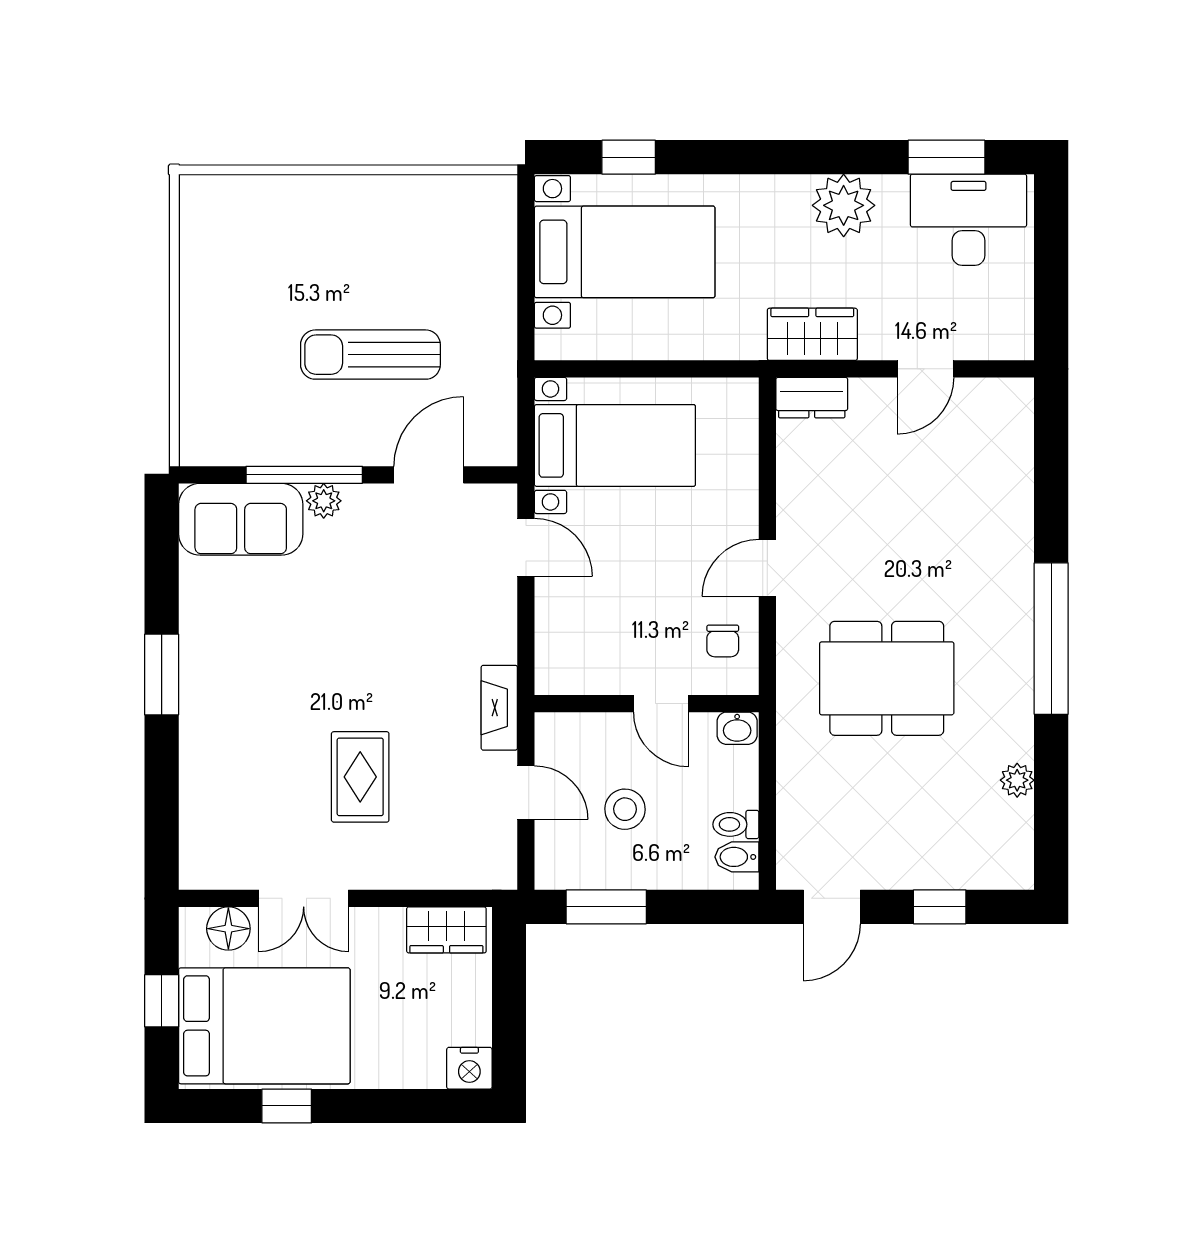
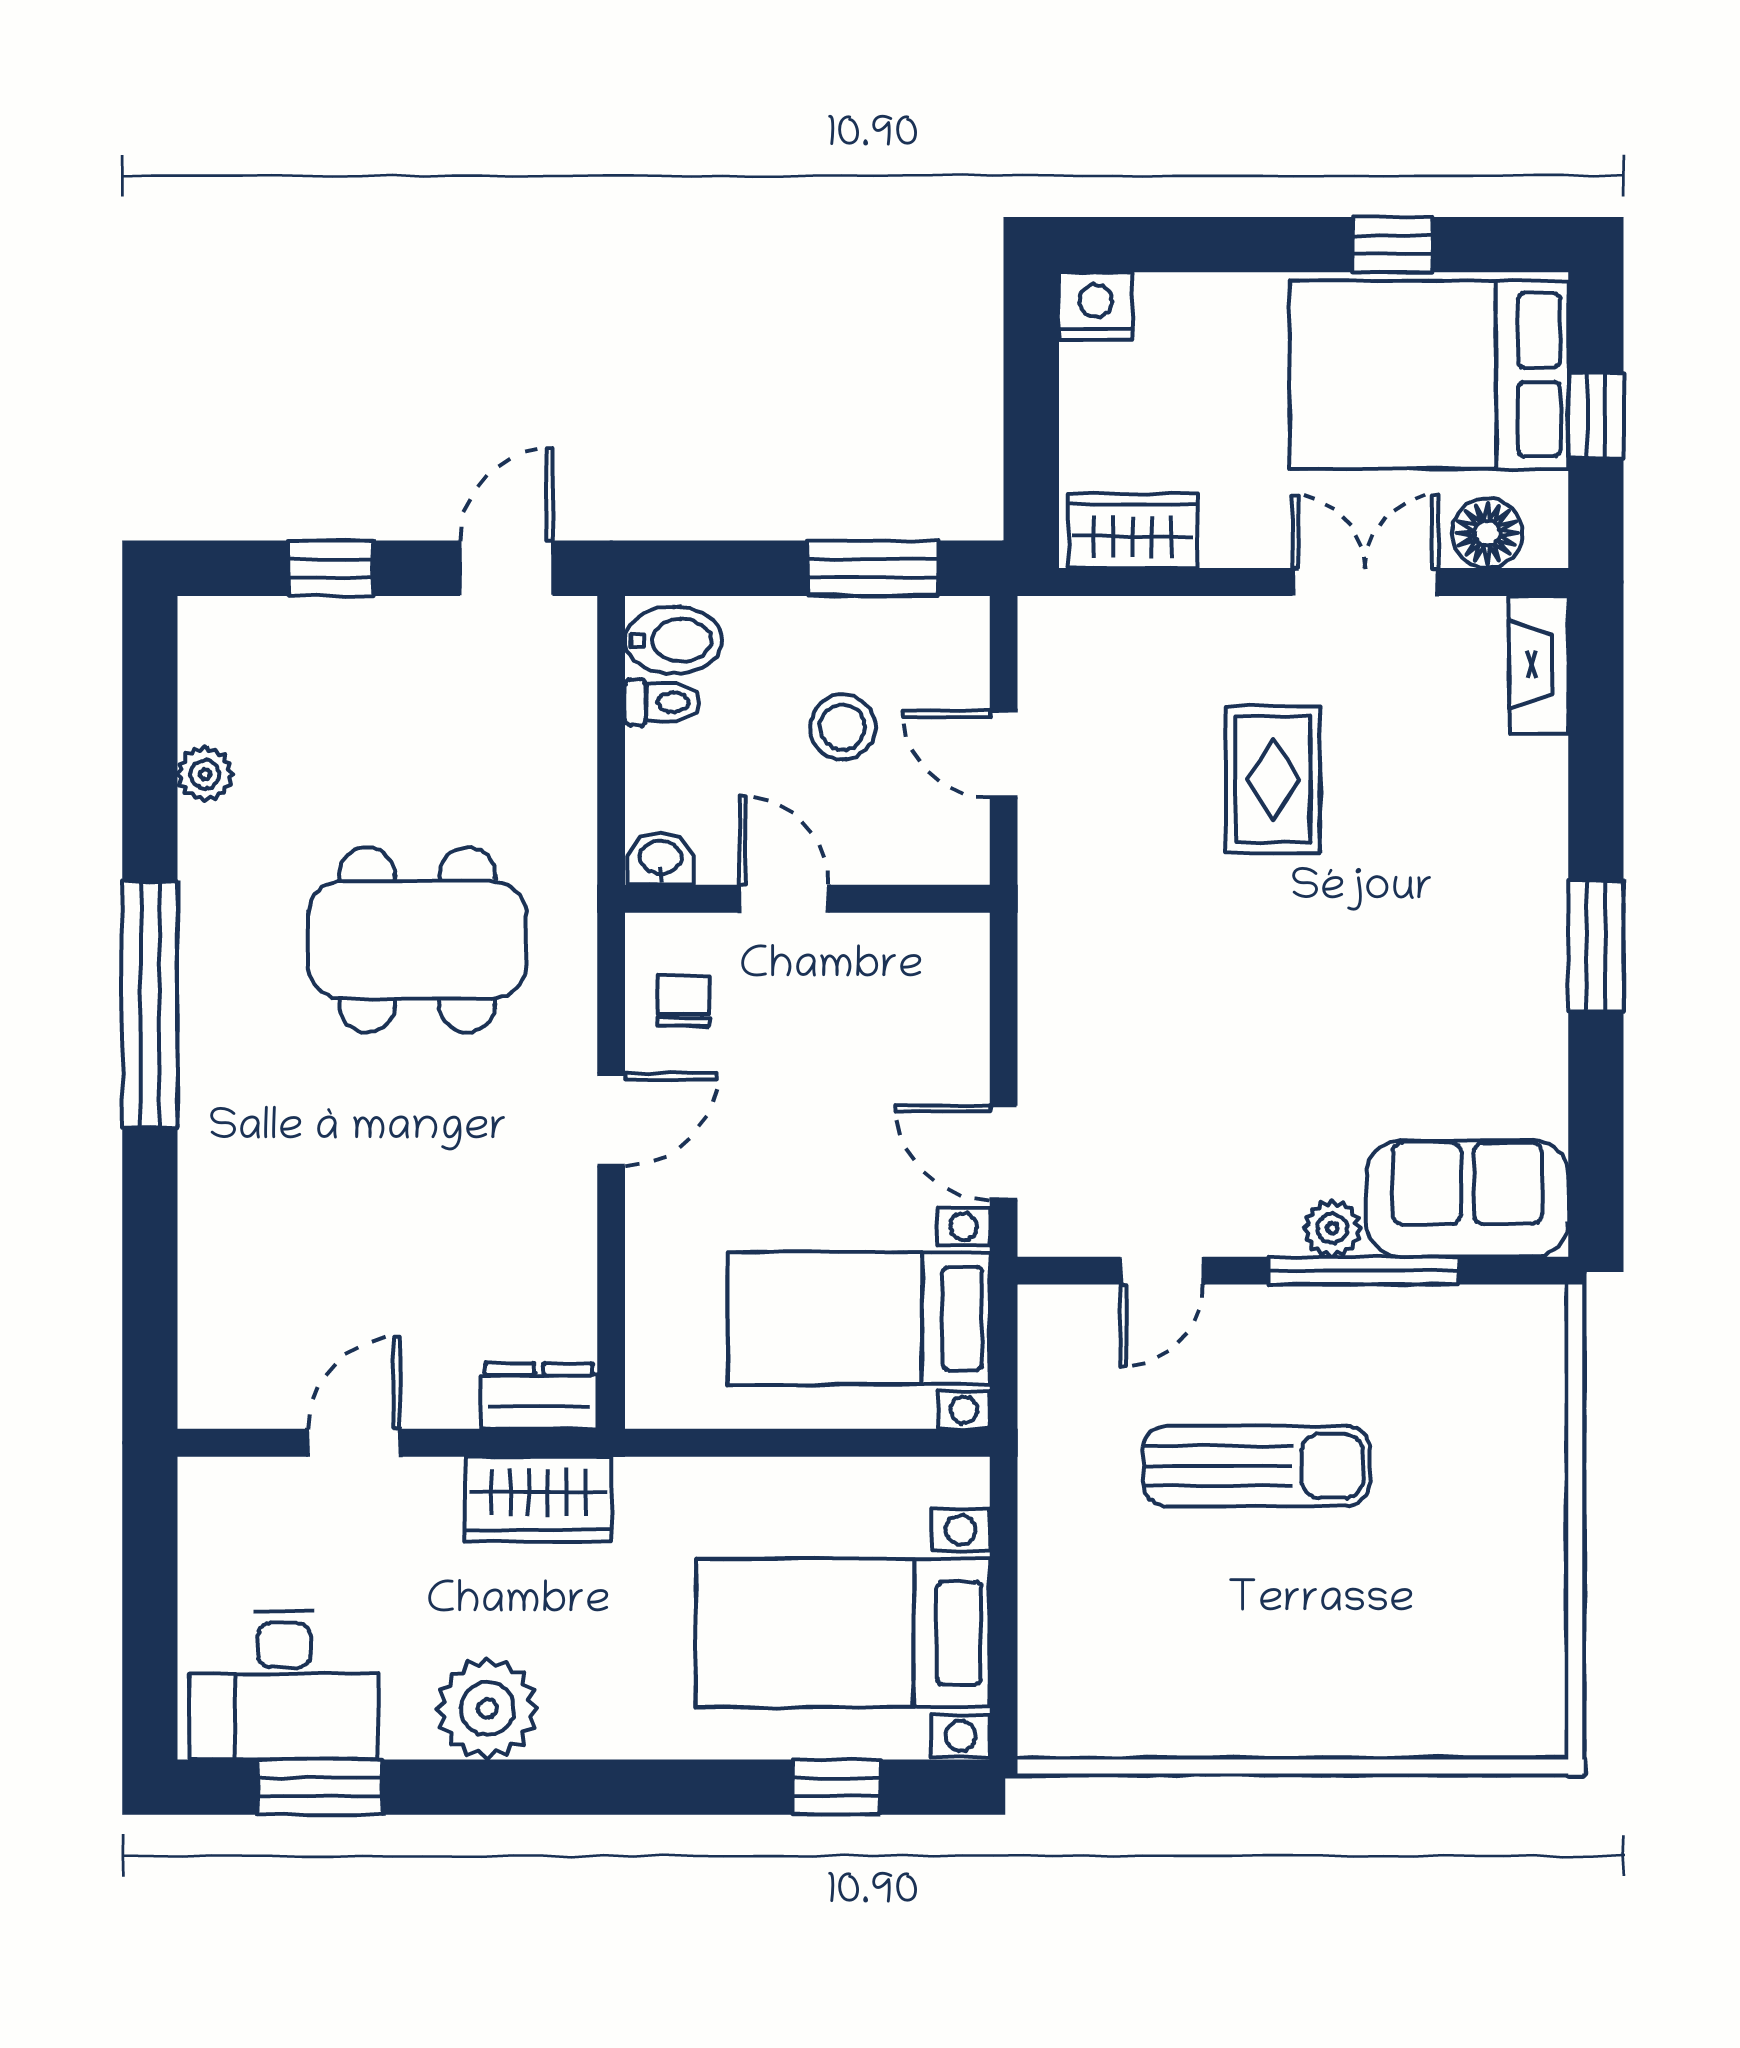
door: (429, 475) -> (1162, 1271), width x0.73
fireplace: (499, 708) -> (1539, 665), moved, turned 180
bidet: (737, 857) -> (674, 640), width x1.38, depth x1.36

